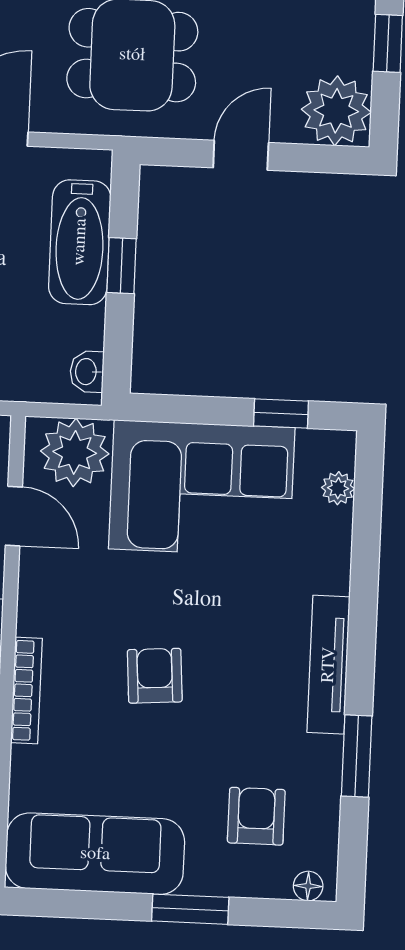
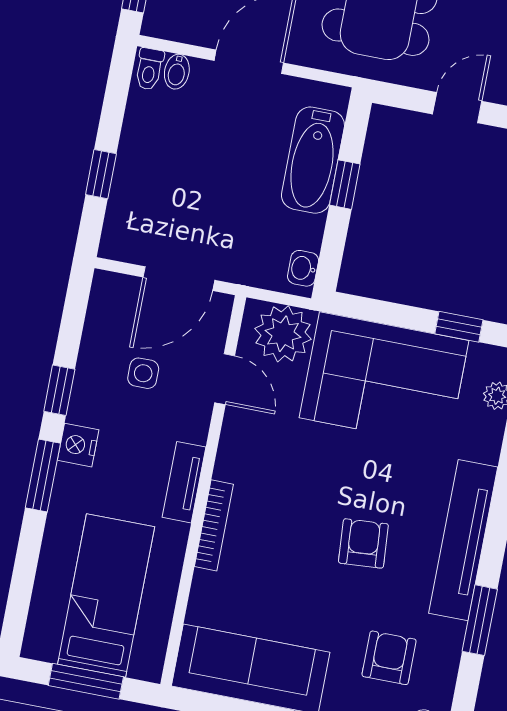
tv unit: (329, 665) -> (463, 540), width x1.36, depth x1.29
armchair: (155, 676) -> (363, 543), moved

